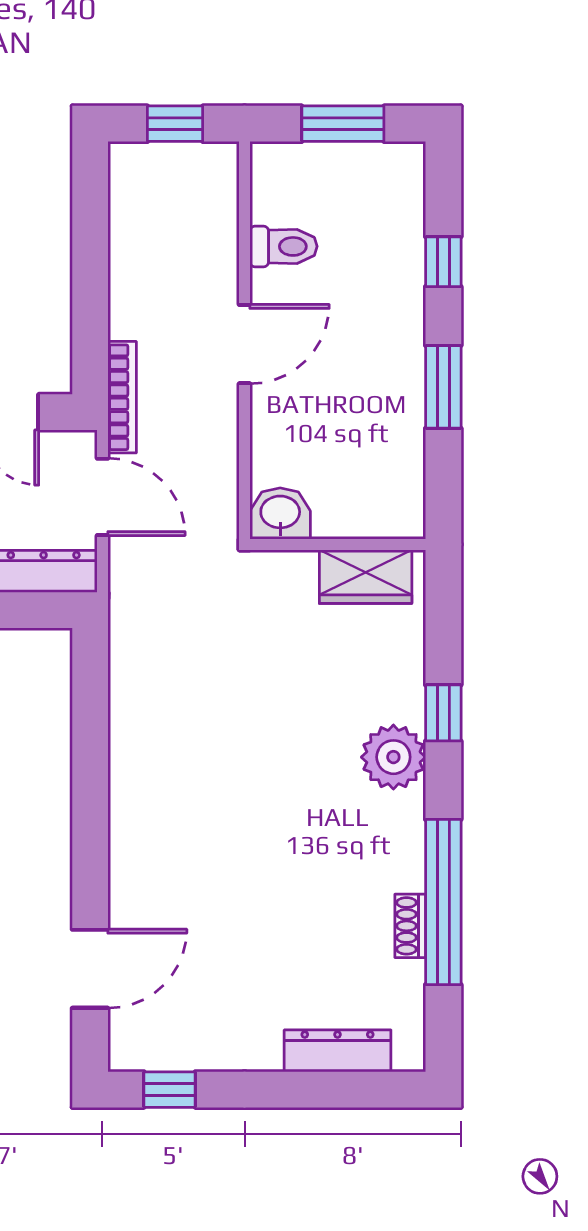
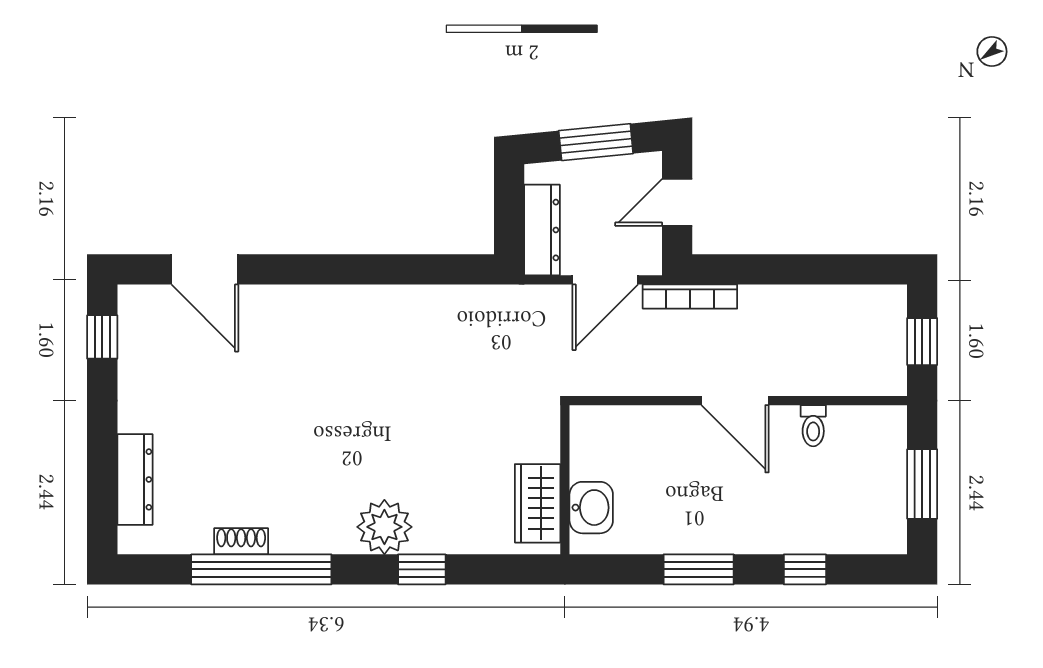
toilet: (283, 246) -> (813, 426), width x0.73, depth x0.72
washbasin: (280, 513) -> (591, 508), moved

